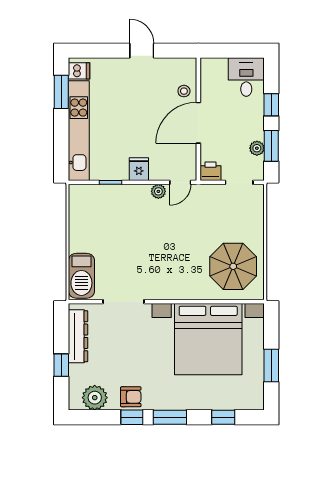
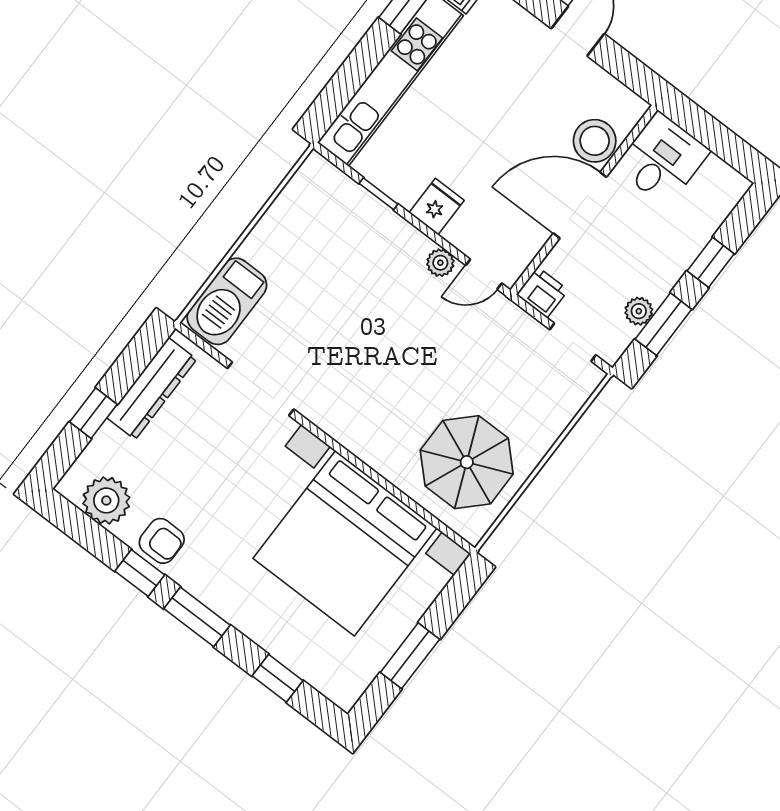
desk: (246, 77) -> (662, 159), moved
stool: (184, 91) -> (595, 141), width x1.89, depth x1.89

